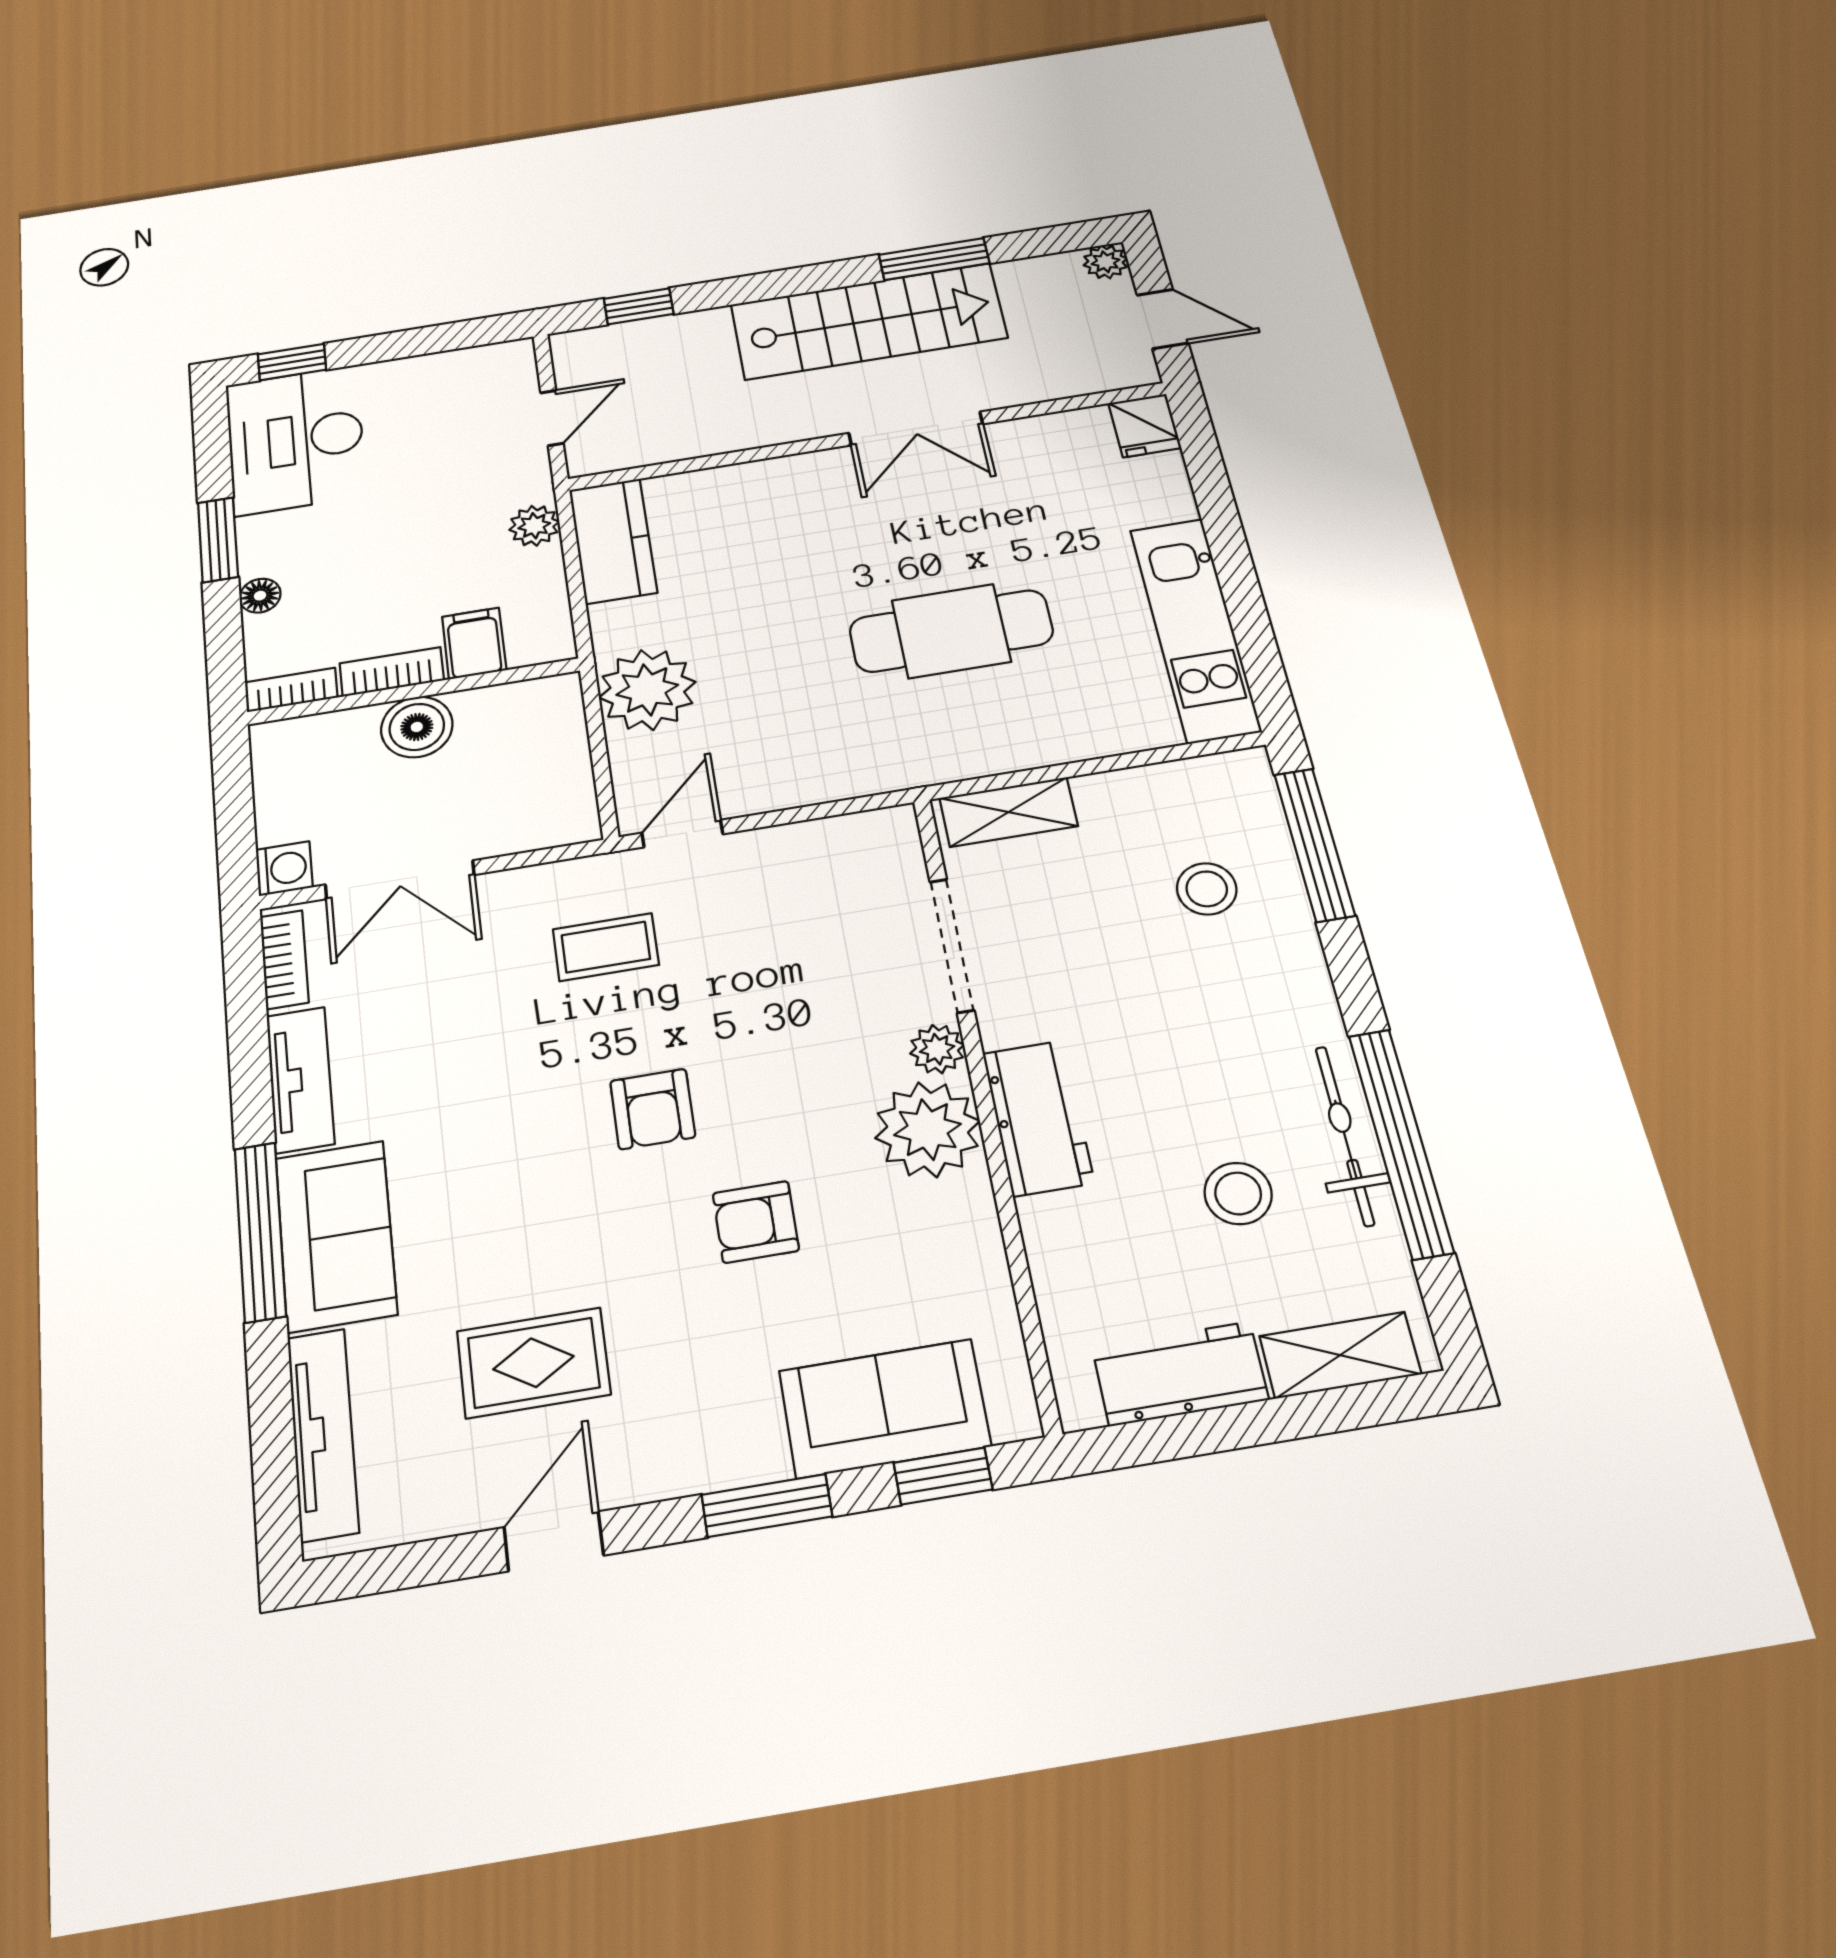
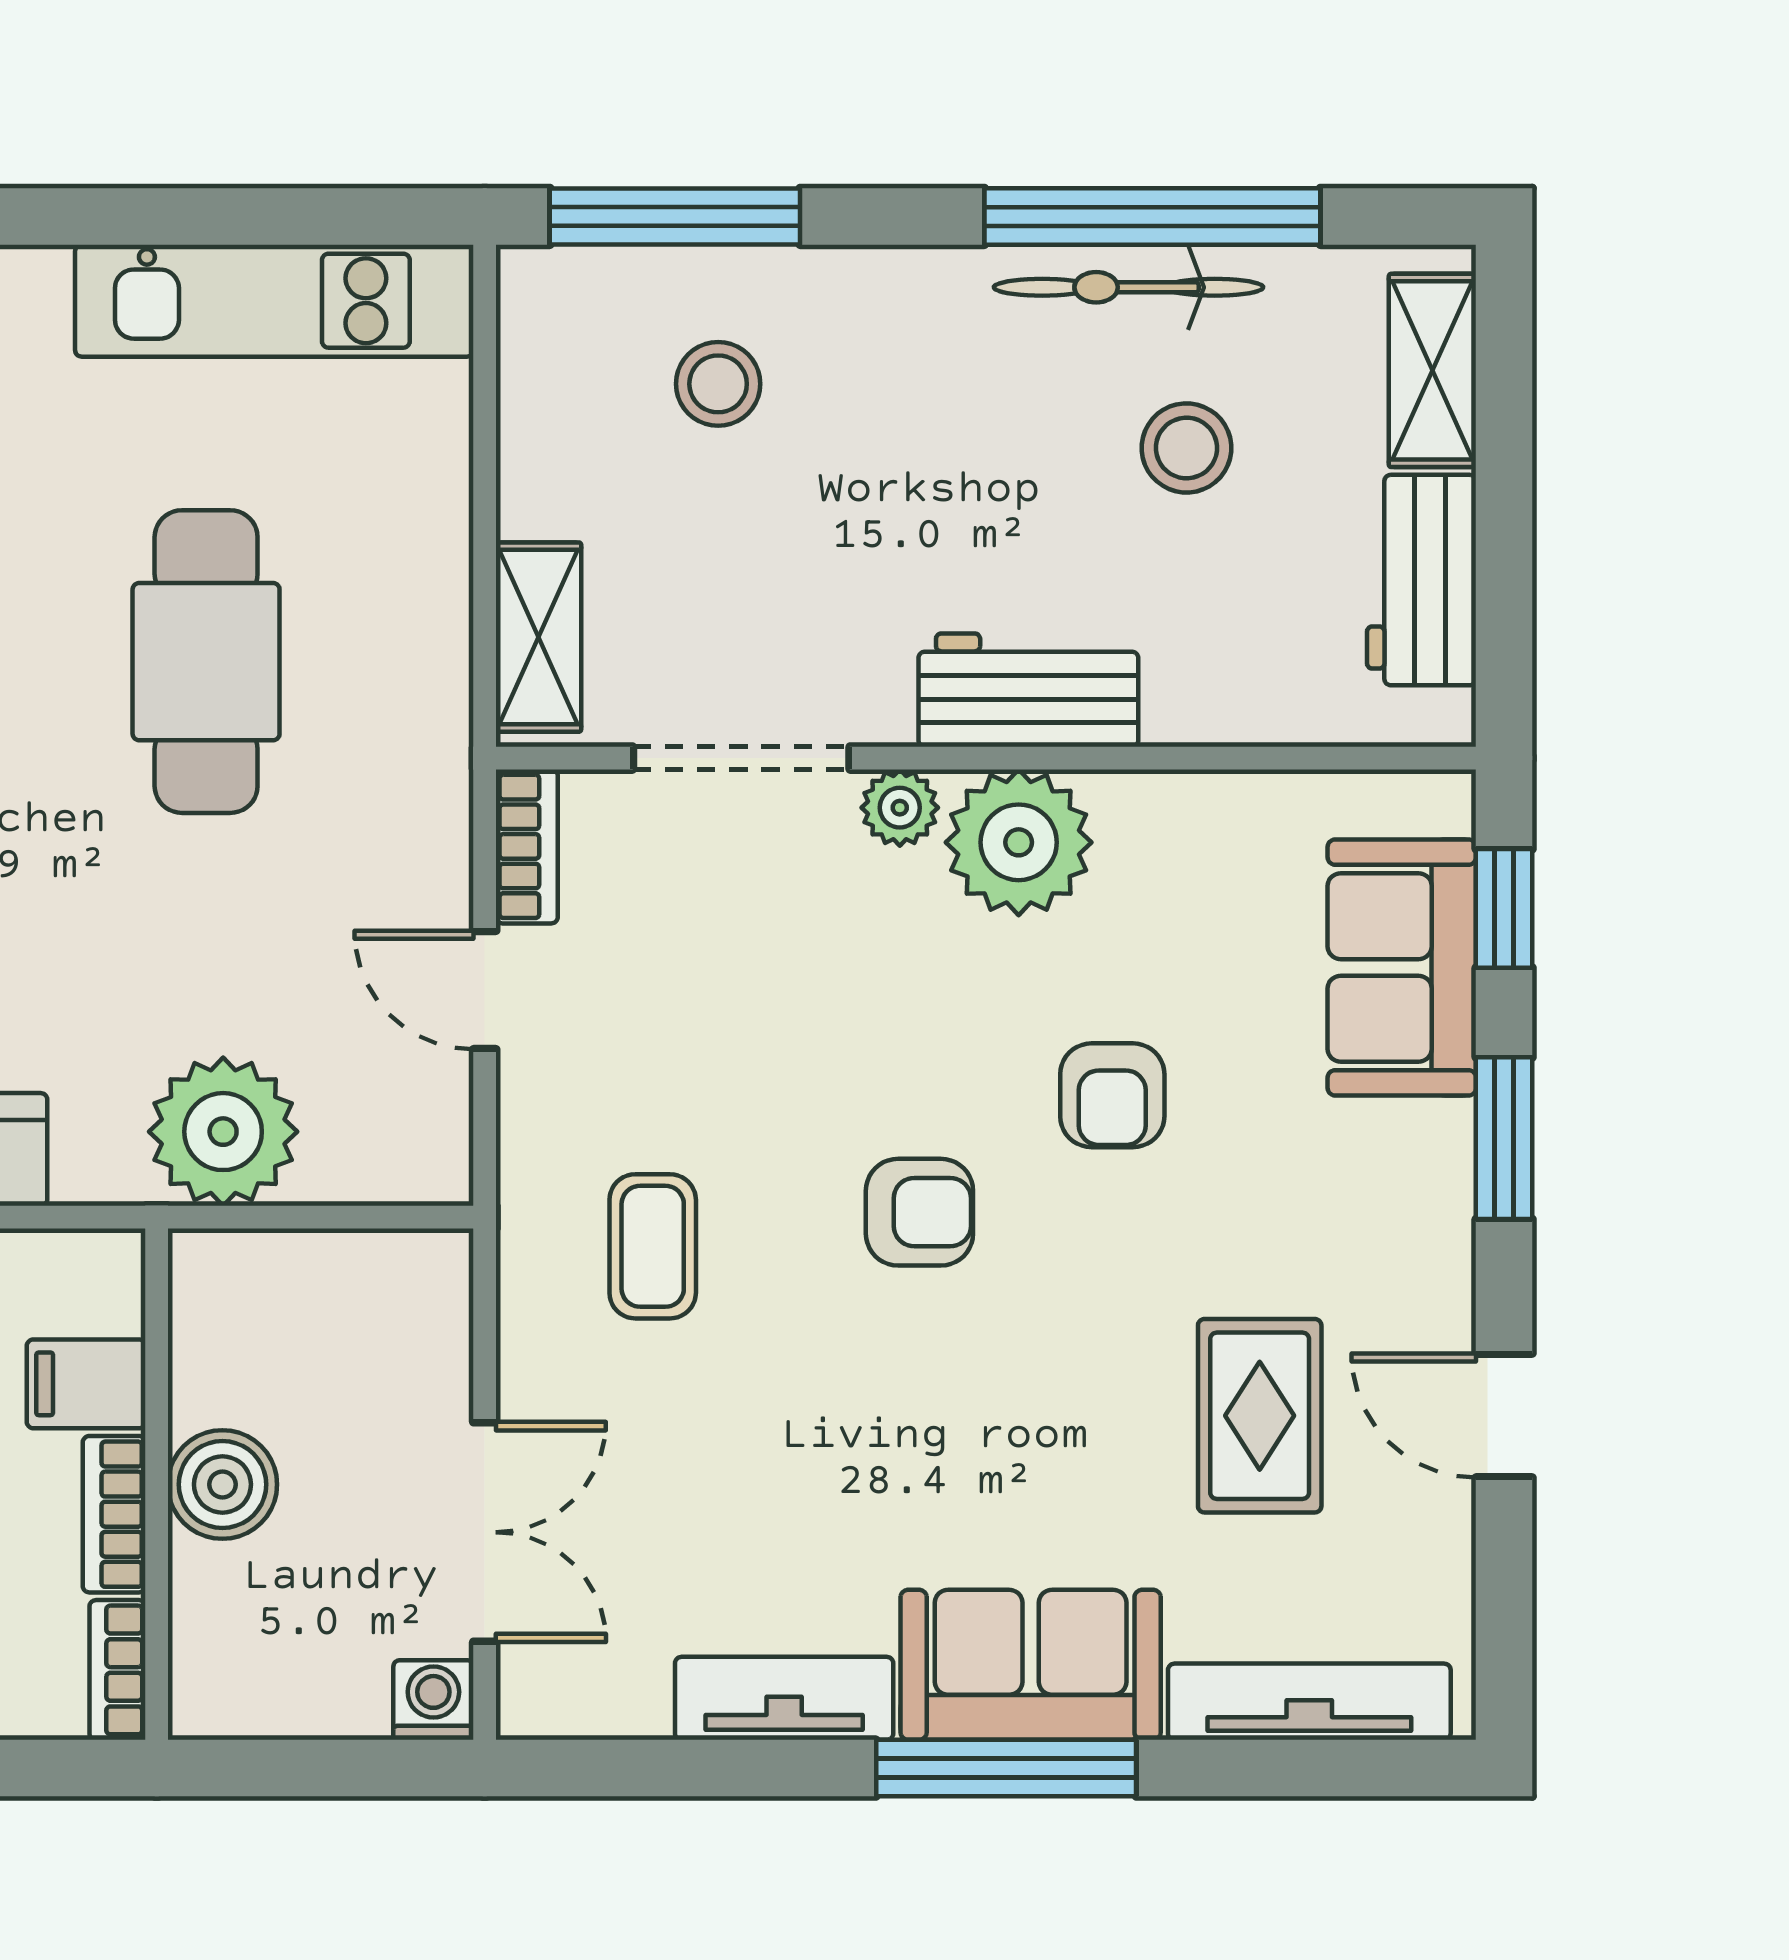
door: (682, 833) -> (485, 990), moved
bookcase: (284, 959) -> (527, 846), moved, turned 90

